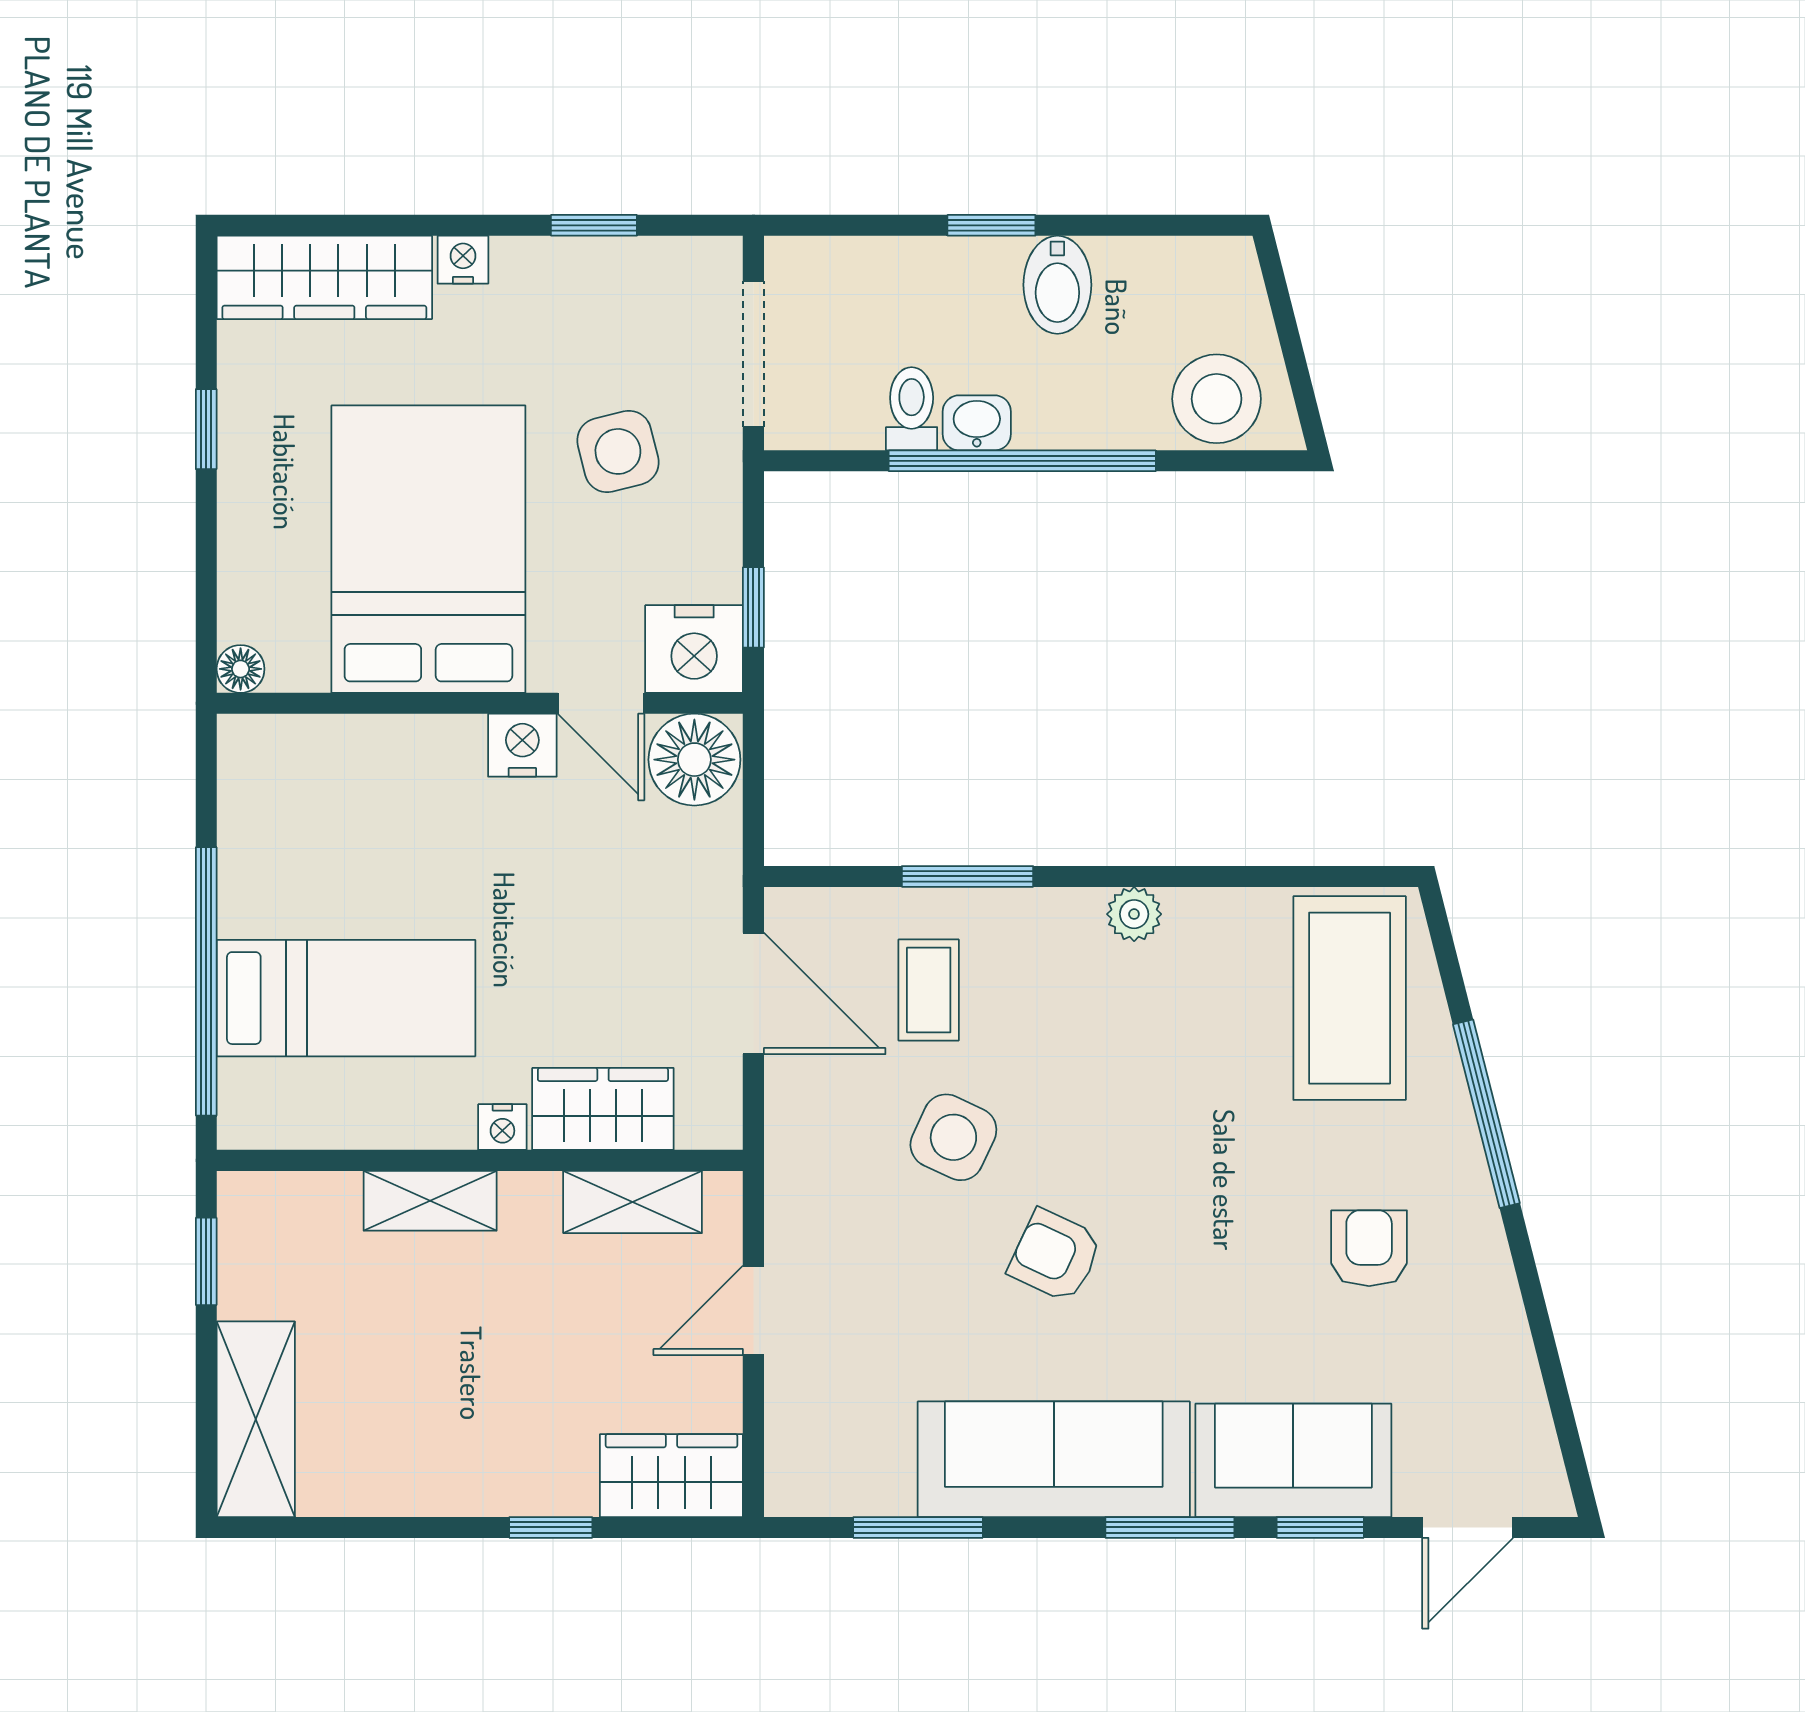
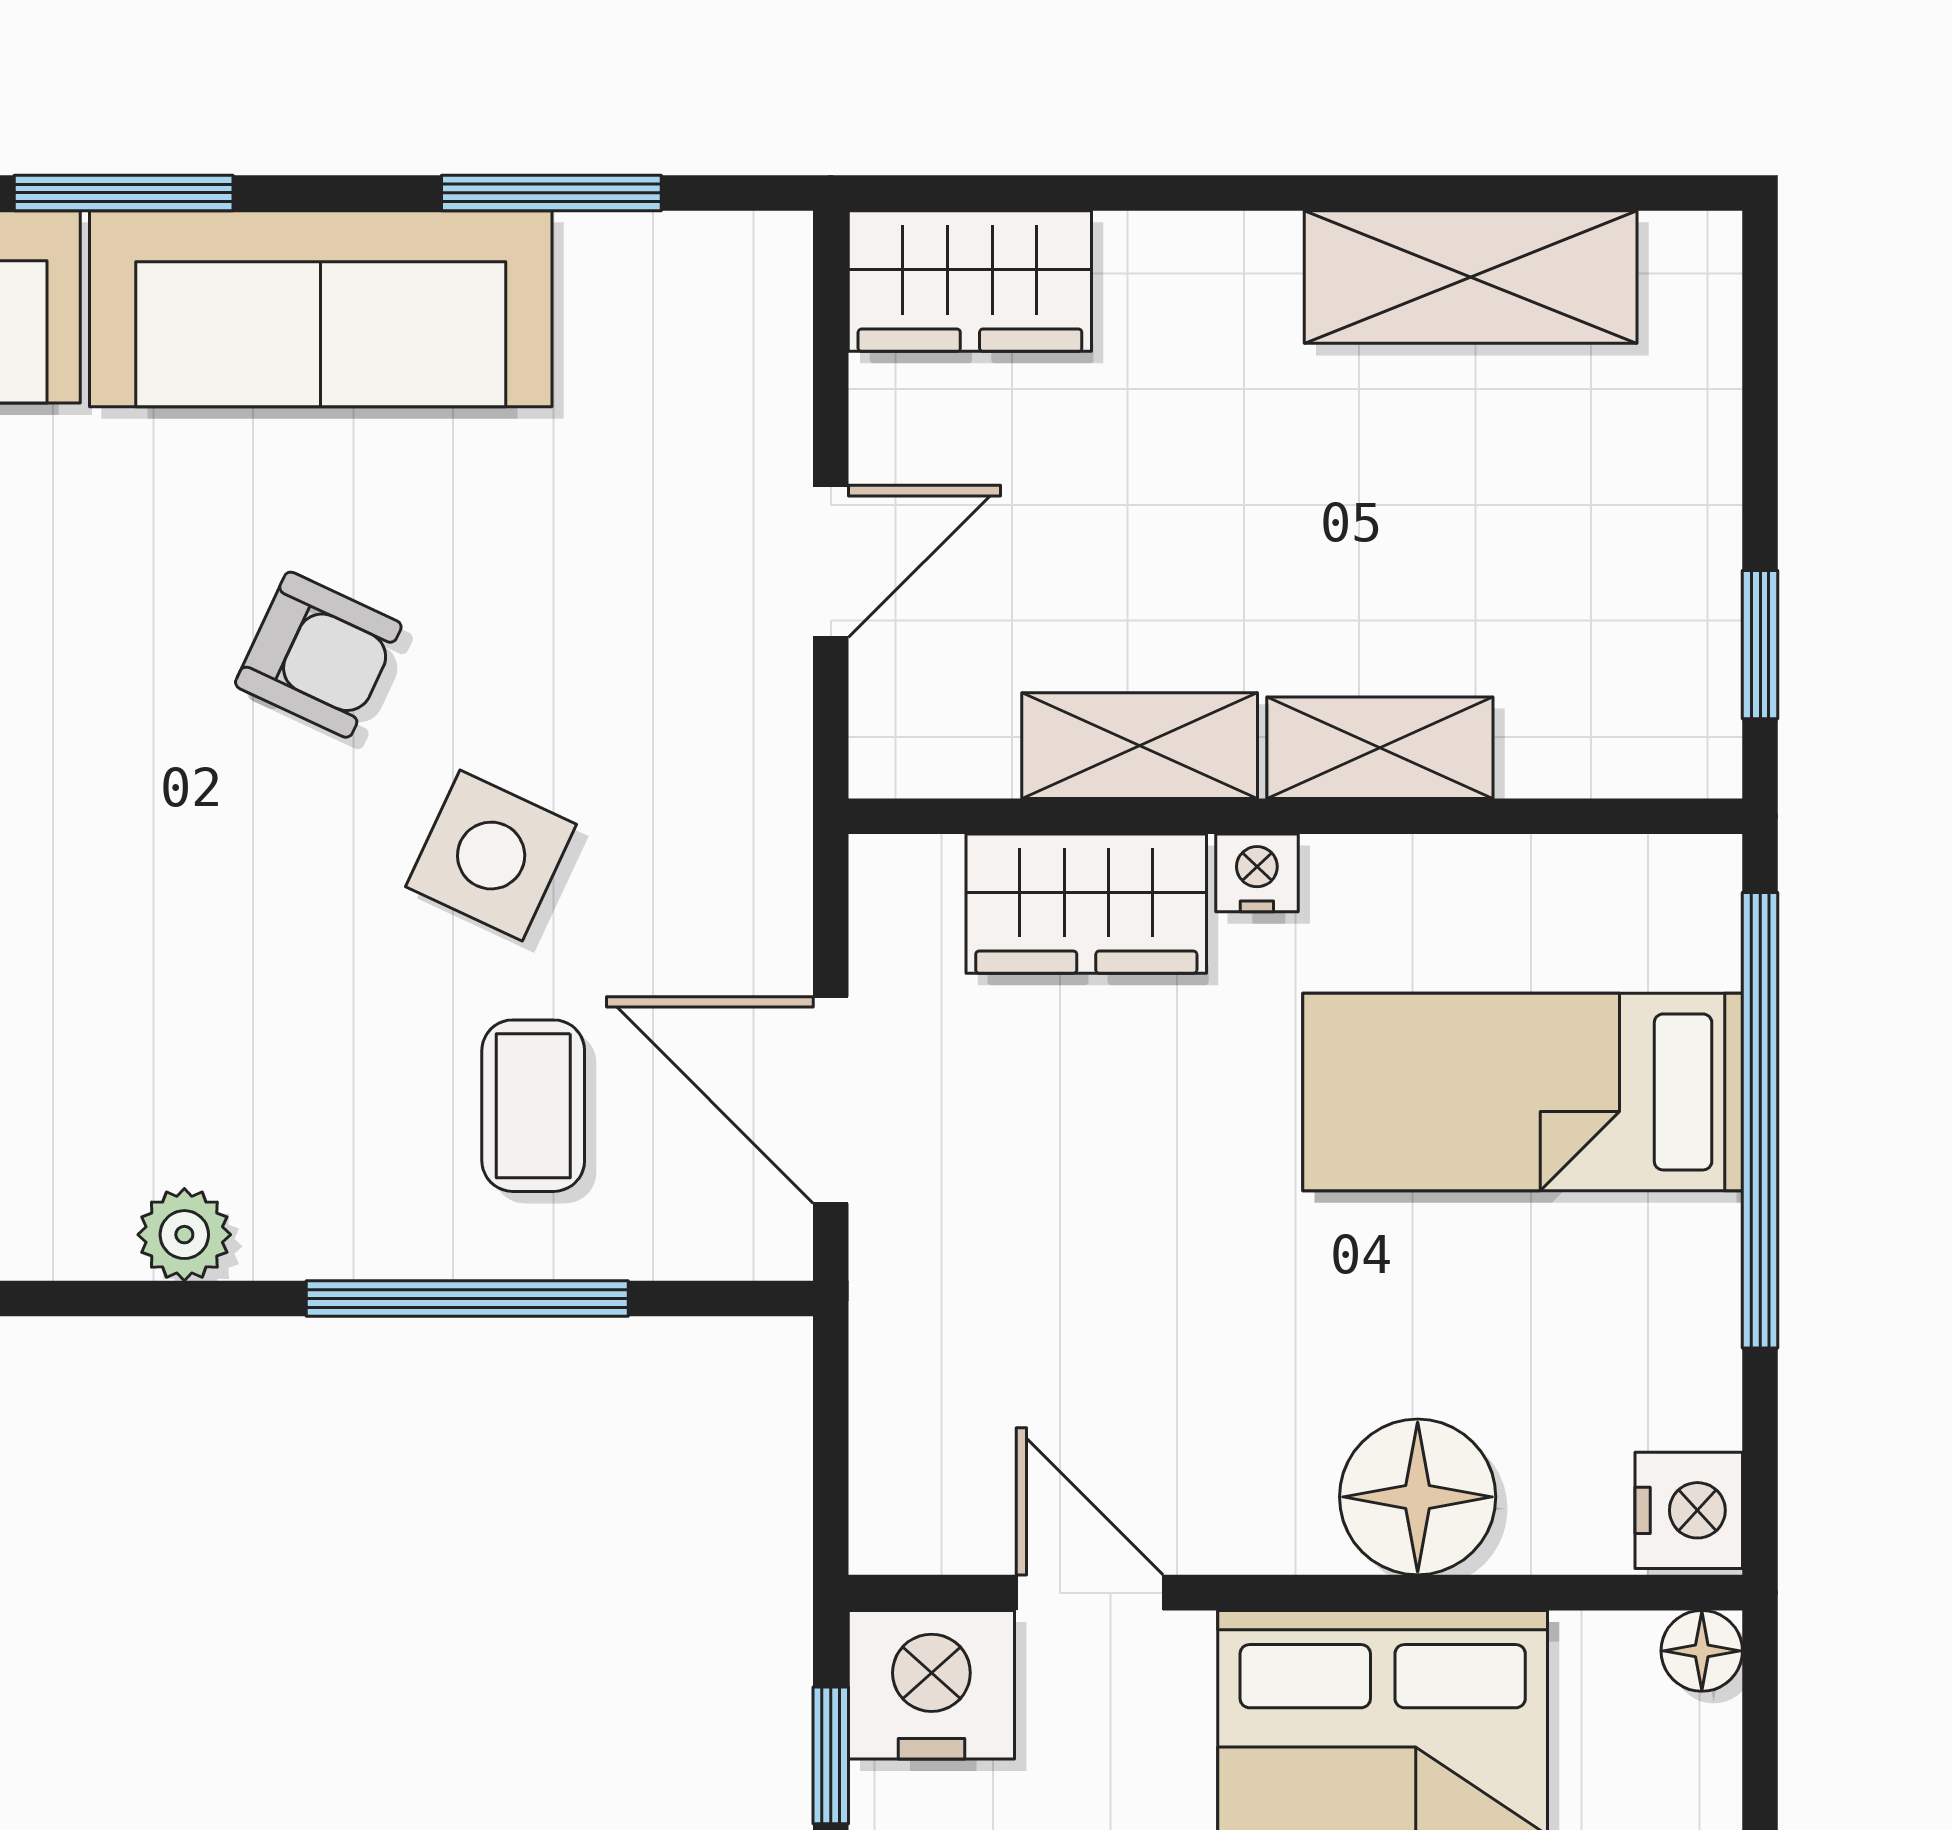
nightstand: (522, 745) -> (1689, 1510), moved, turned -90
floor lamp: (694, 760) -> (1418, 1497), moved
window: (967, 876) -> (467, 1299), width x1.44
shelving: (633, 1202) -> (1140, 746), moved
shelving: (256, 1419) -> (1471, 277), moved, turned 90
window: (551, 1527) -> (1175, 193), removed

